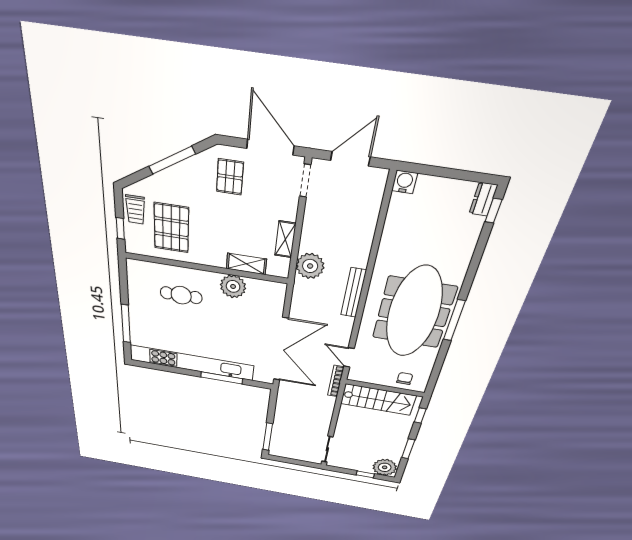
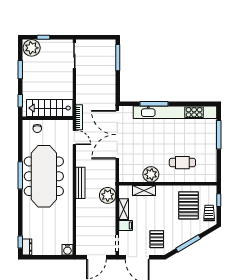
filing cabinet: (285, 211) -> (126, 225), added

